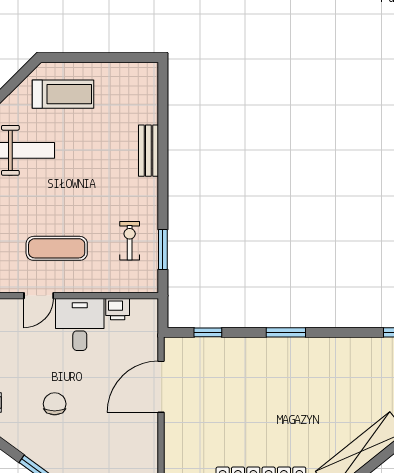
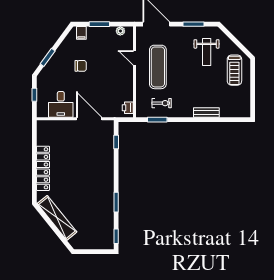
exercise mat: (57, 248) -> (158, 67), width x1.36, depth x1.45
printer: (118, 309) -> (128, 108), moved
desk: (80, 325) -> (61, 104), moved, turned 90
window: (286, 332) -> (116, 202), moved

